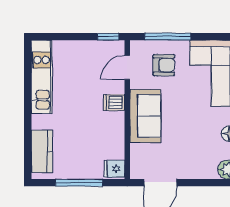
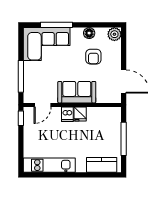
armchair: (164, 65) -> (93, 57), moved, turned 180
door: (127, 67) -> (43, 105), hinge flipped
fridge: (114, 169) -> (80, 114), moved

